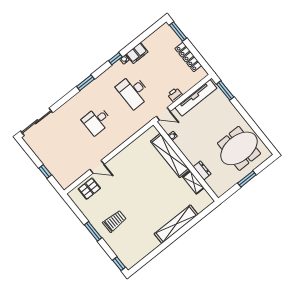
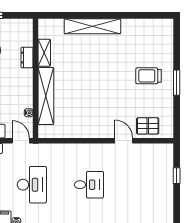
window: (119, 264) -> (177, 32), removed

